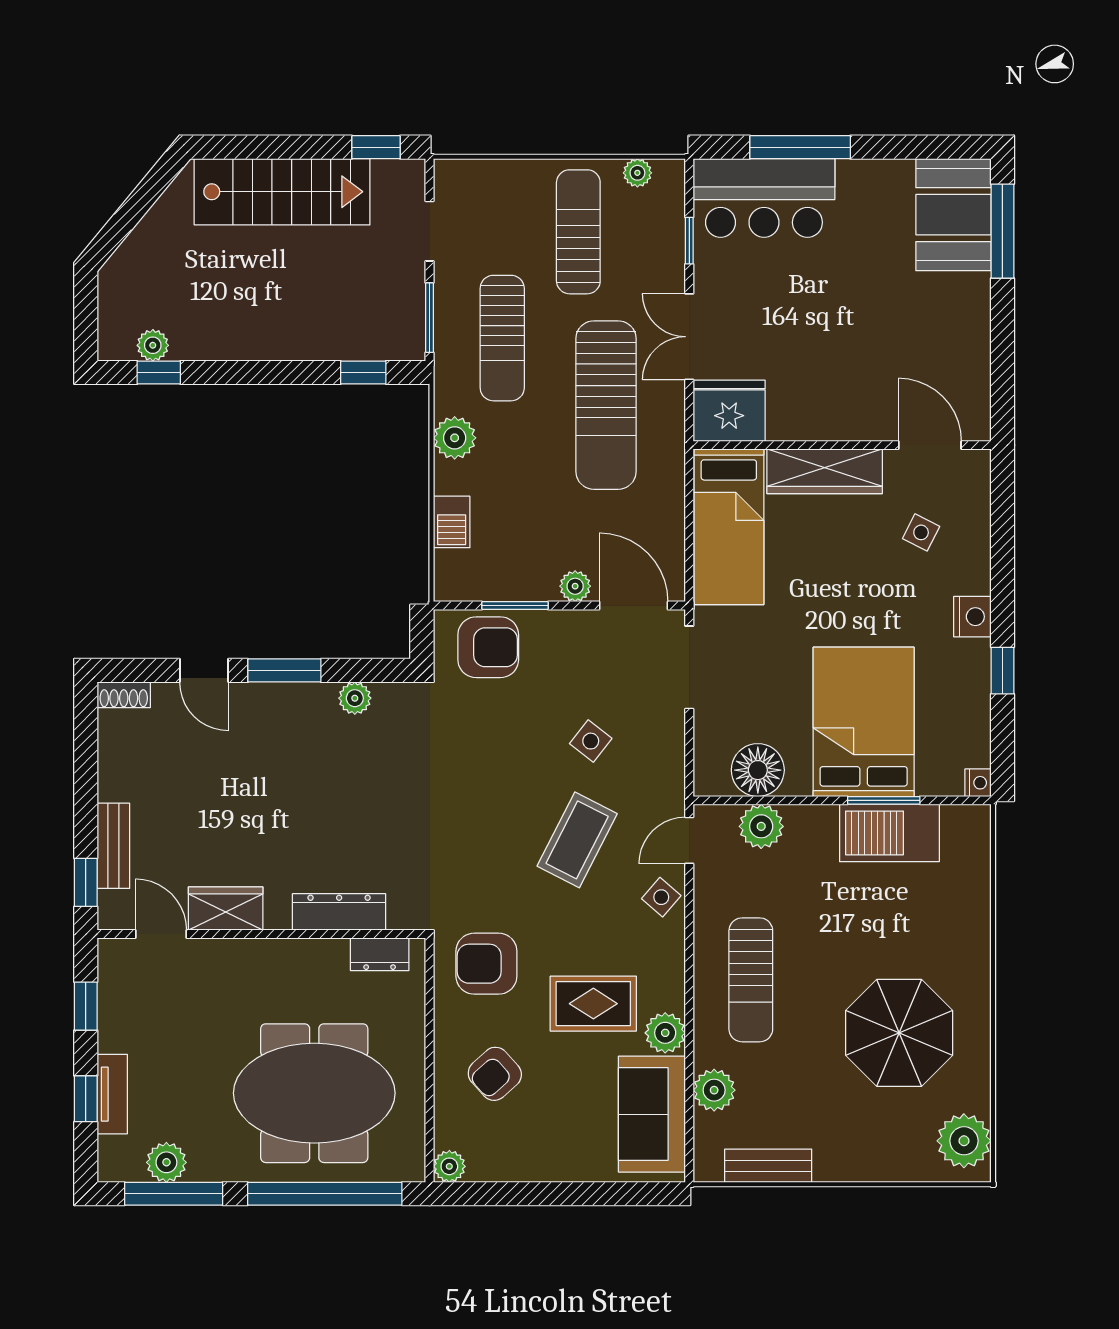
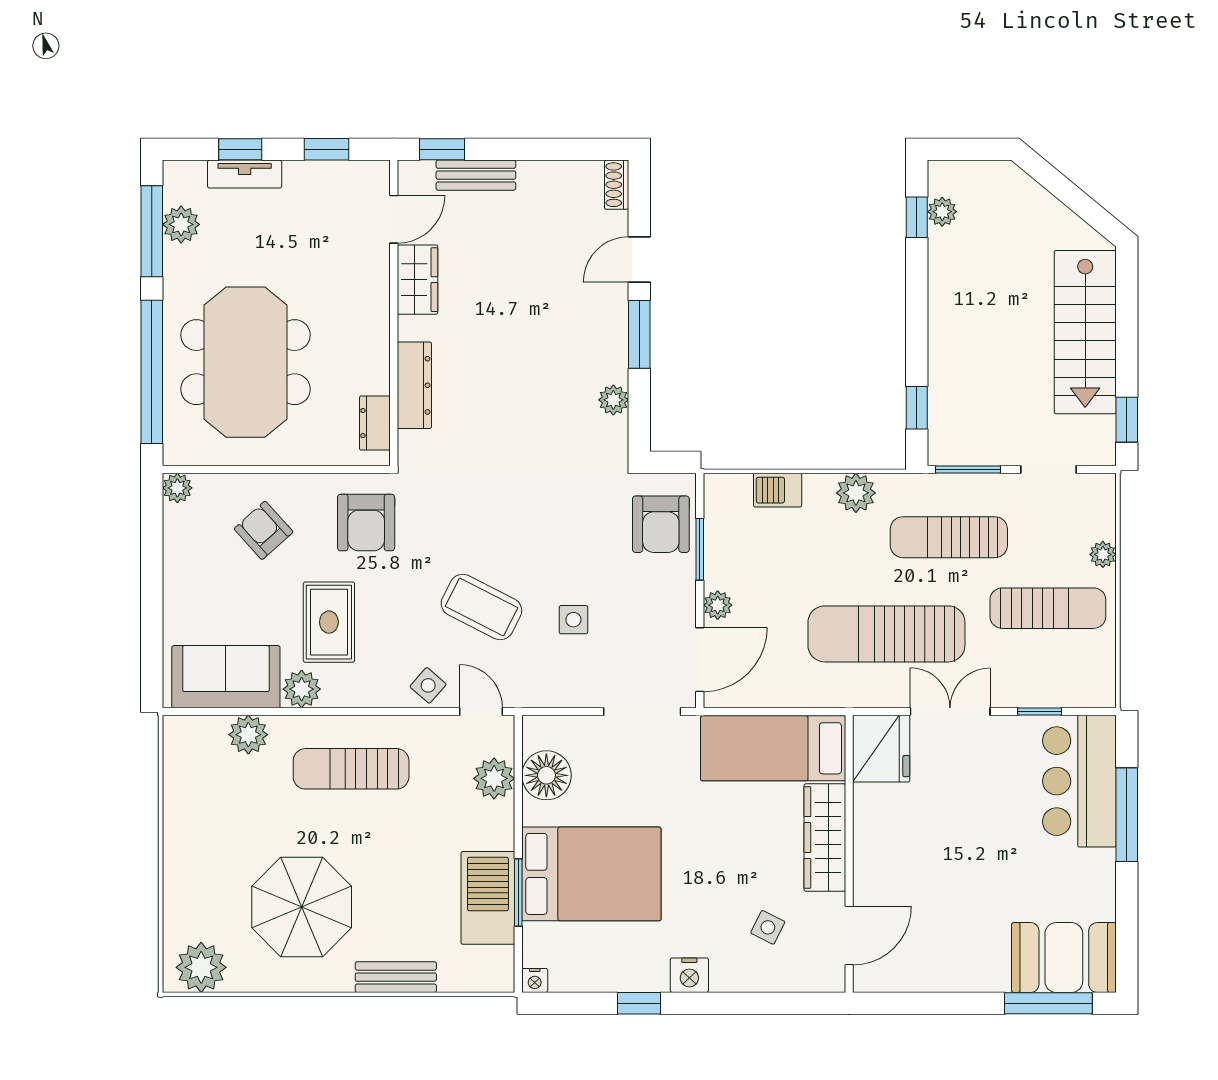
plant: (637, 173) -> (1103, 554), moved
side table: (591, 741) -> (573, 620), turned -38
armchair: (486, 964) -> (366, 523), turned 180
bench: (768, 1166) -> (396, 977), moved, turned 90

